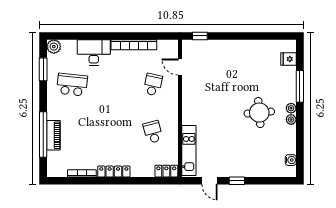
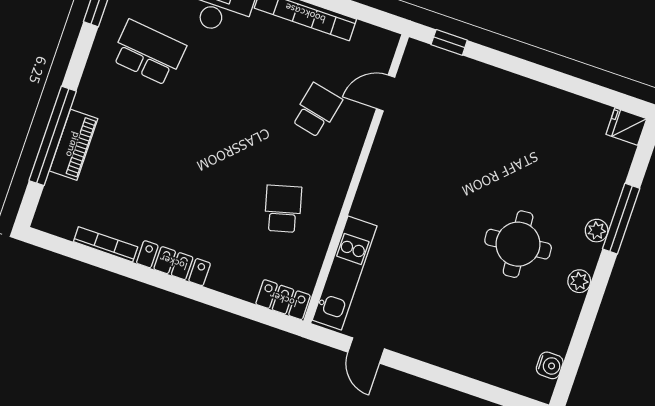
fridge: (289, 59) -> (626, 126), moved
door: (180, 67) -> (386, 93), hinge flipped
plant: (291, 108) -> (597, 231), moved
window: (237, 181) -> (423, 370), removed

